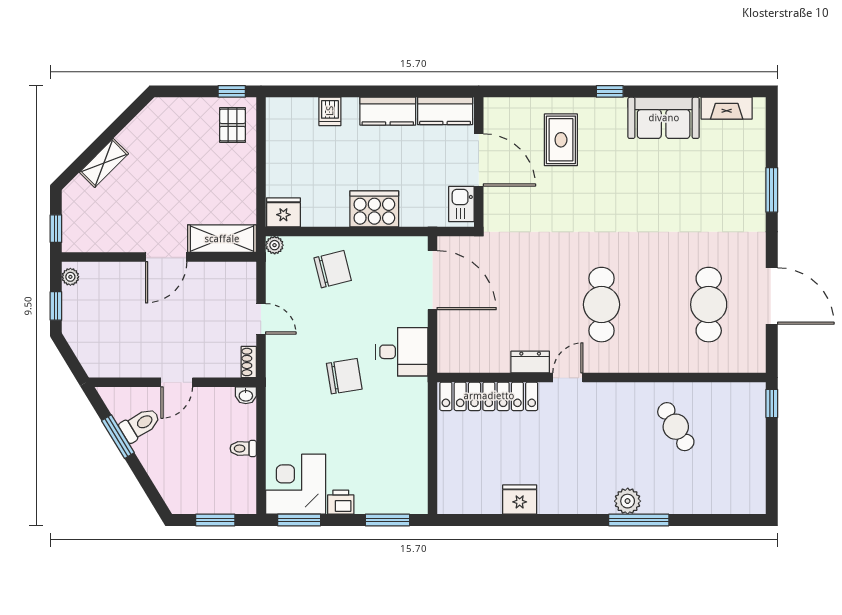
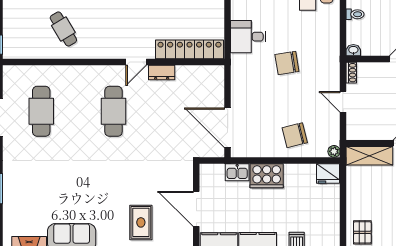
kitchen sink: (461, 204) -> (237, 172), moved, turned 90
desk: (402, 352) -> (248, 37), moved

